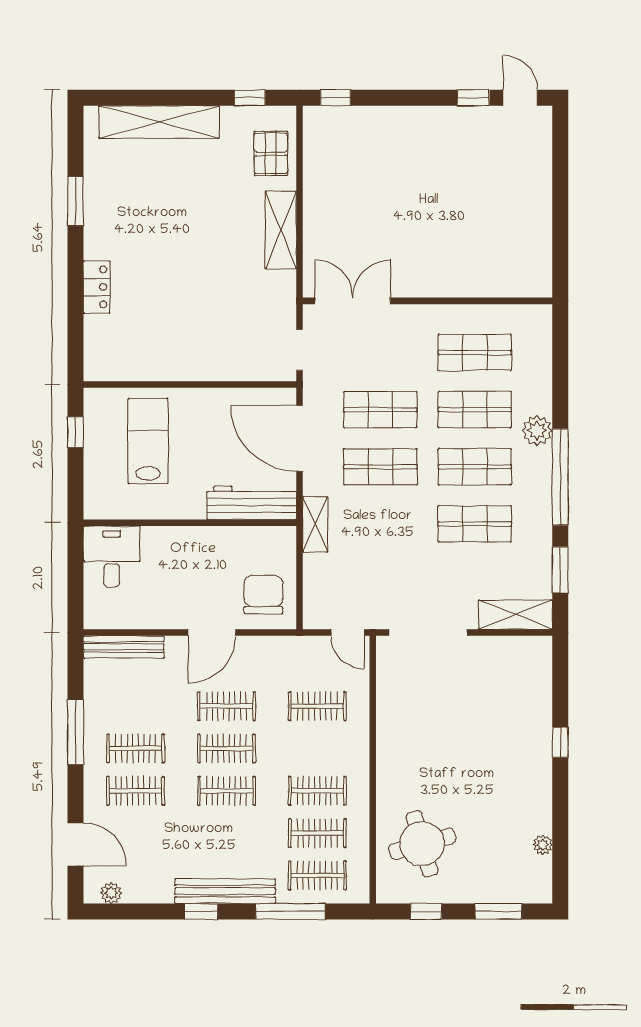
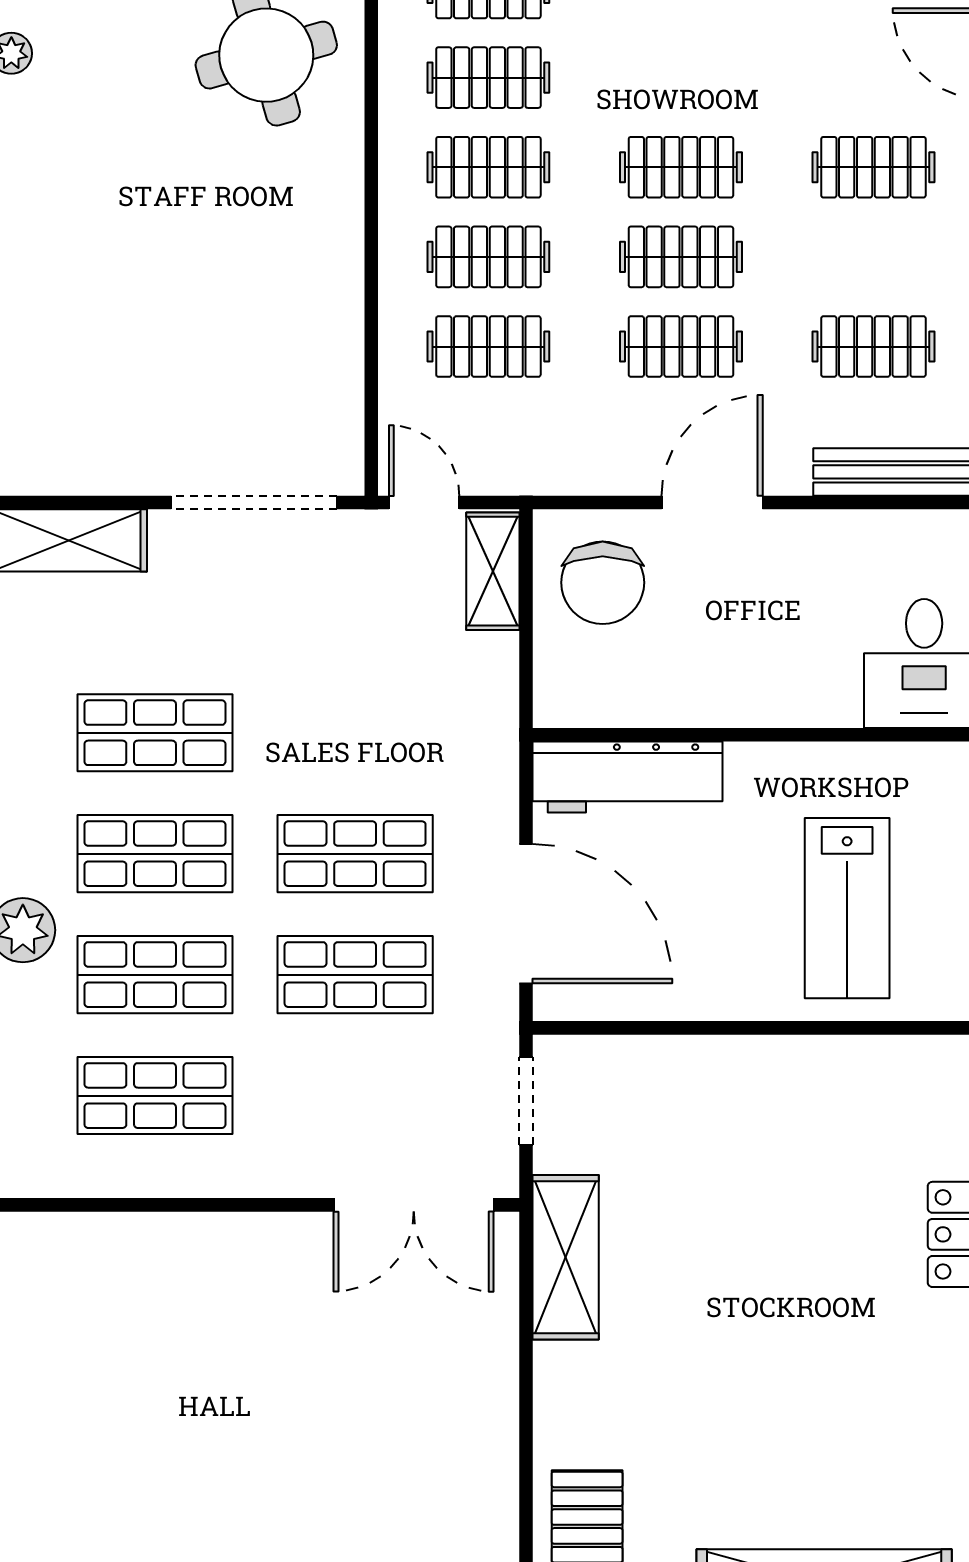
shelving: (281, 230) -> (566, 1257), moved
shelving: (315, 524) -> (493, 571), moved
clothes rail: (136, 748) -> (873, 347), moved
clothes rail: (317, 748) -> (488, 257), added

